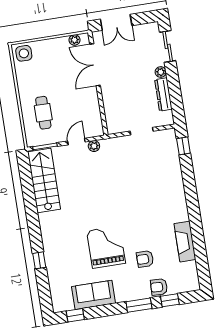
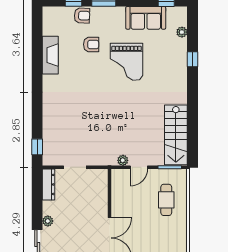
dresser: (163, 95) -> (49, 184), moved
plant: (54, 286) -> (182, 32), added

